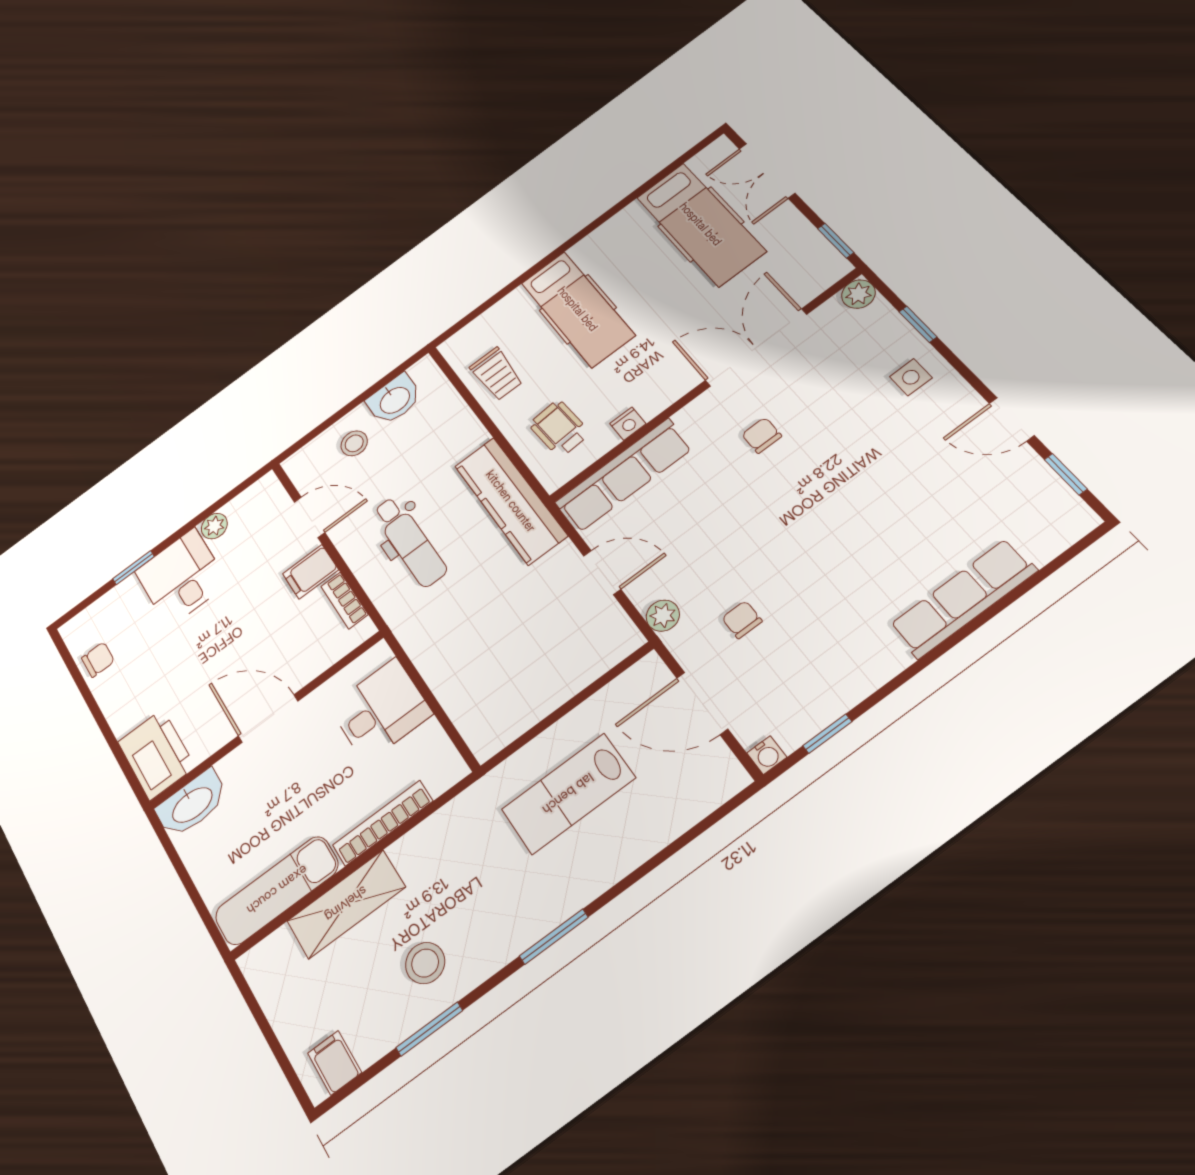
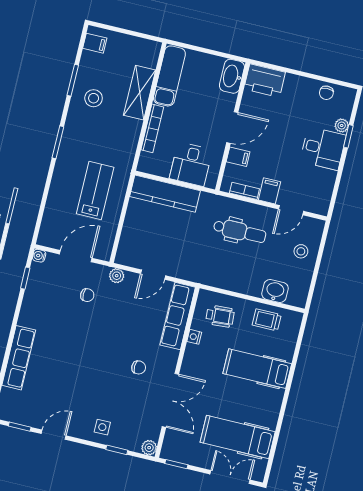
washbasin: (394, 400) -> (275, 291), moved, turned 90
kitchen counter: (511, 501) -> (165, 194), moved, turned 180
plant: (214, 526) -> (342, 125), moved
dental chair: (410, 541) -> (240, 231), turned 180
filing cabinet: (303, 663) -> (238, 157), added

